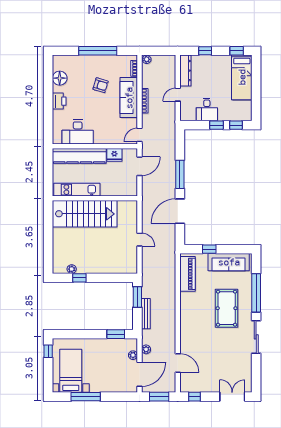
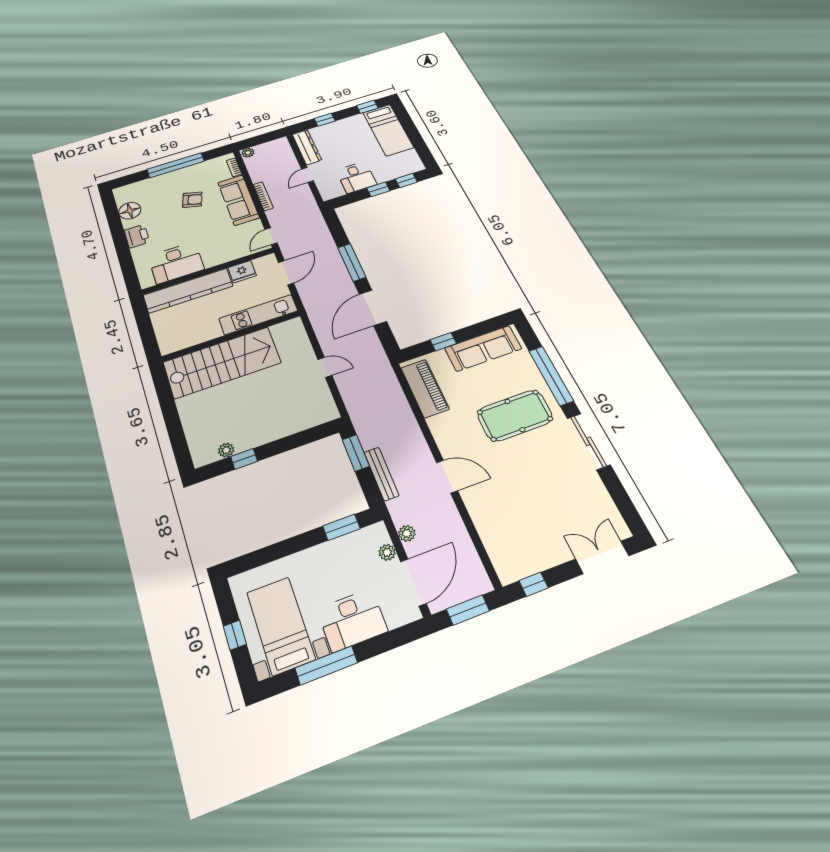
kitchen unit: (77, 190) -> (258, 315), moved
pool table: (227, 308) -> (515, 415), turned 90
window: (48, 351) -> (235, 635), moved
door: (178, 363) -> (447, 477), moved
desk: (105, 381) -> (352, 620), added

